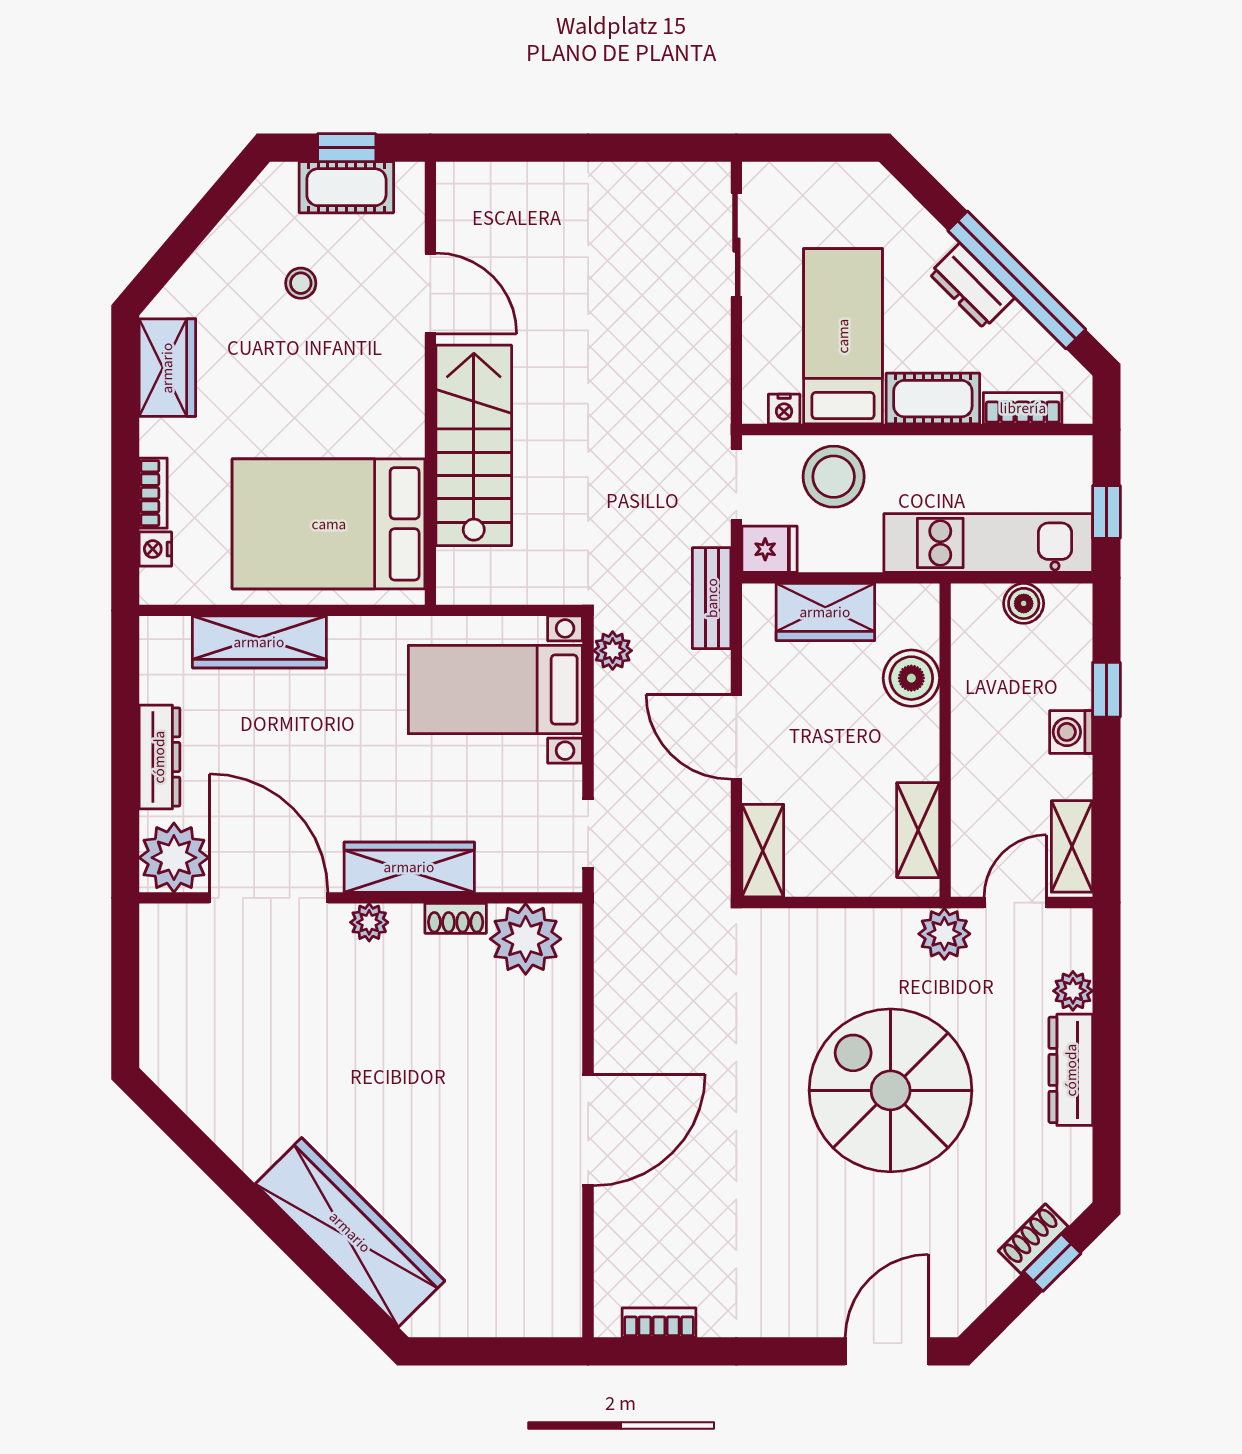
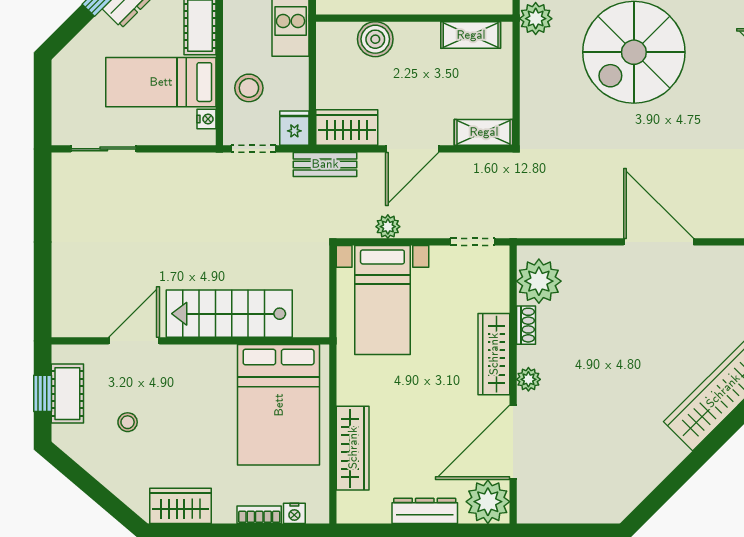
stool: (834, 477) -> (249, 88), width x0.73, depth x0.73
wardrobe: (825, 612) -> (347, 128), moved, turned -90
plant: (613, 651) -> (388, 227), moved

